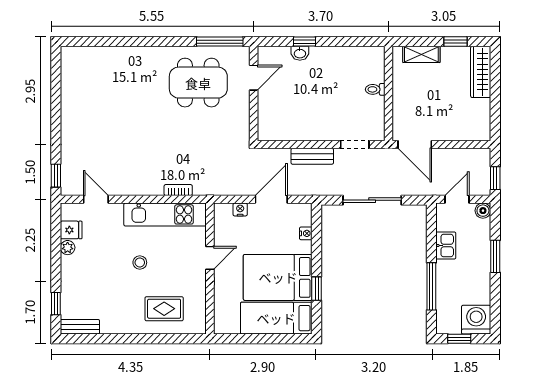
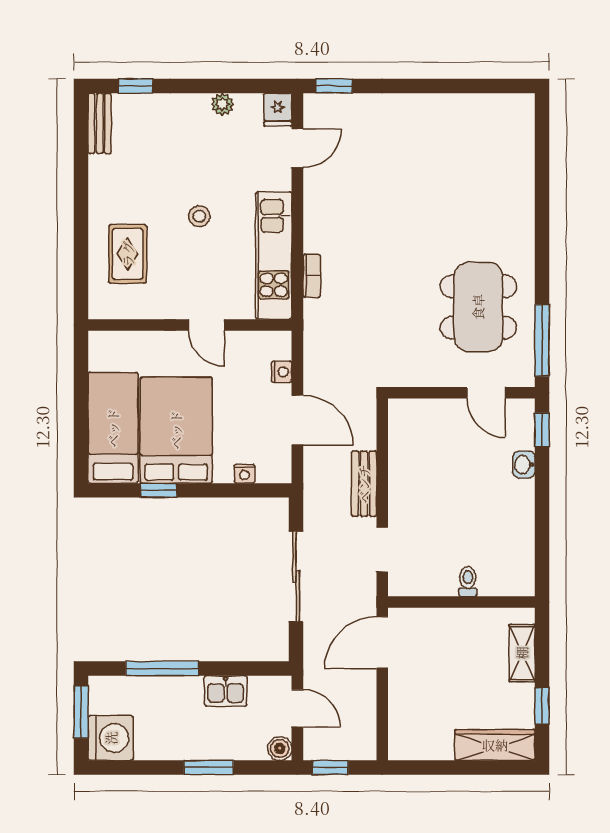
window: (304, 42) -> (542, 430), moved
fridge: (71, 230) -> (278, 110), moved
window: (459, 339) -> (81, 712), width x1.50

